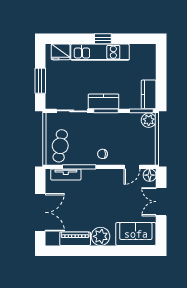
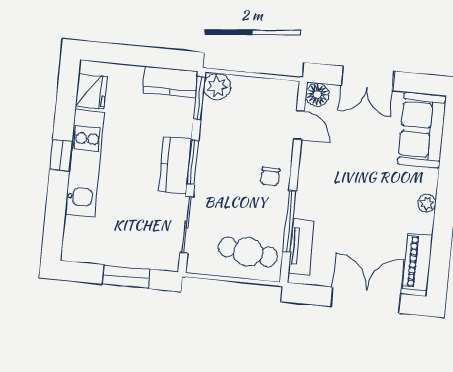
fridge: (61, 52) -> (91, 91), moved
plant: (101, 236) -> (427, 203), width x0.53, depth x0.53
piano: (75, 239) -> (418, 262), moved

